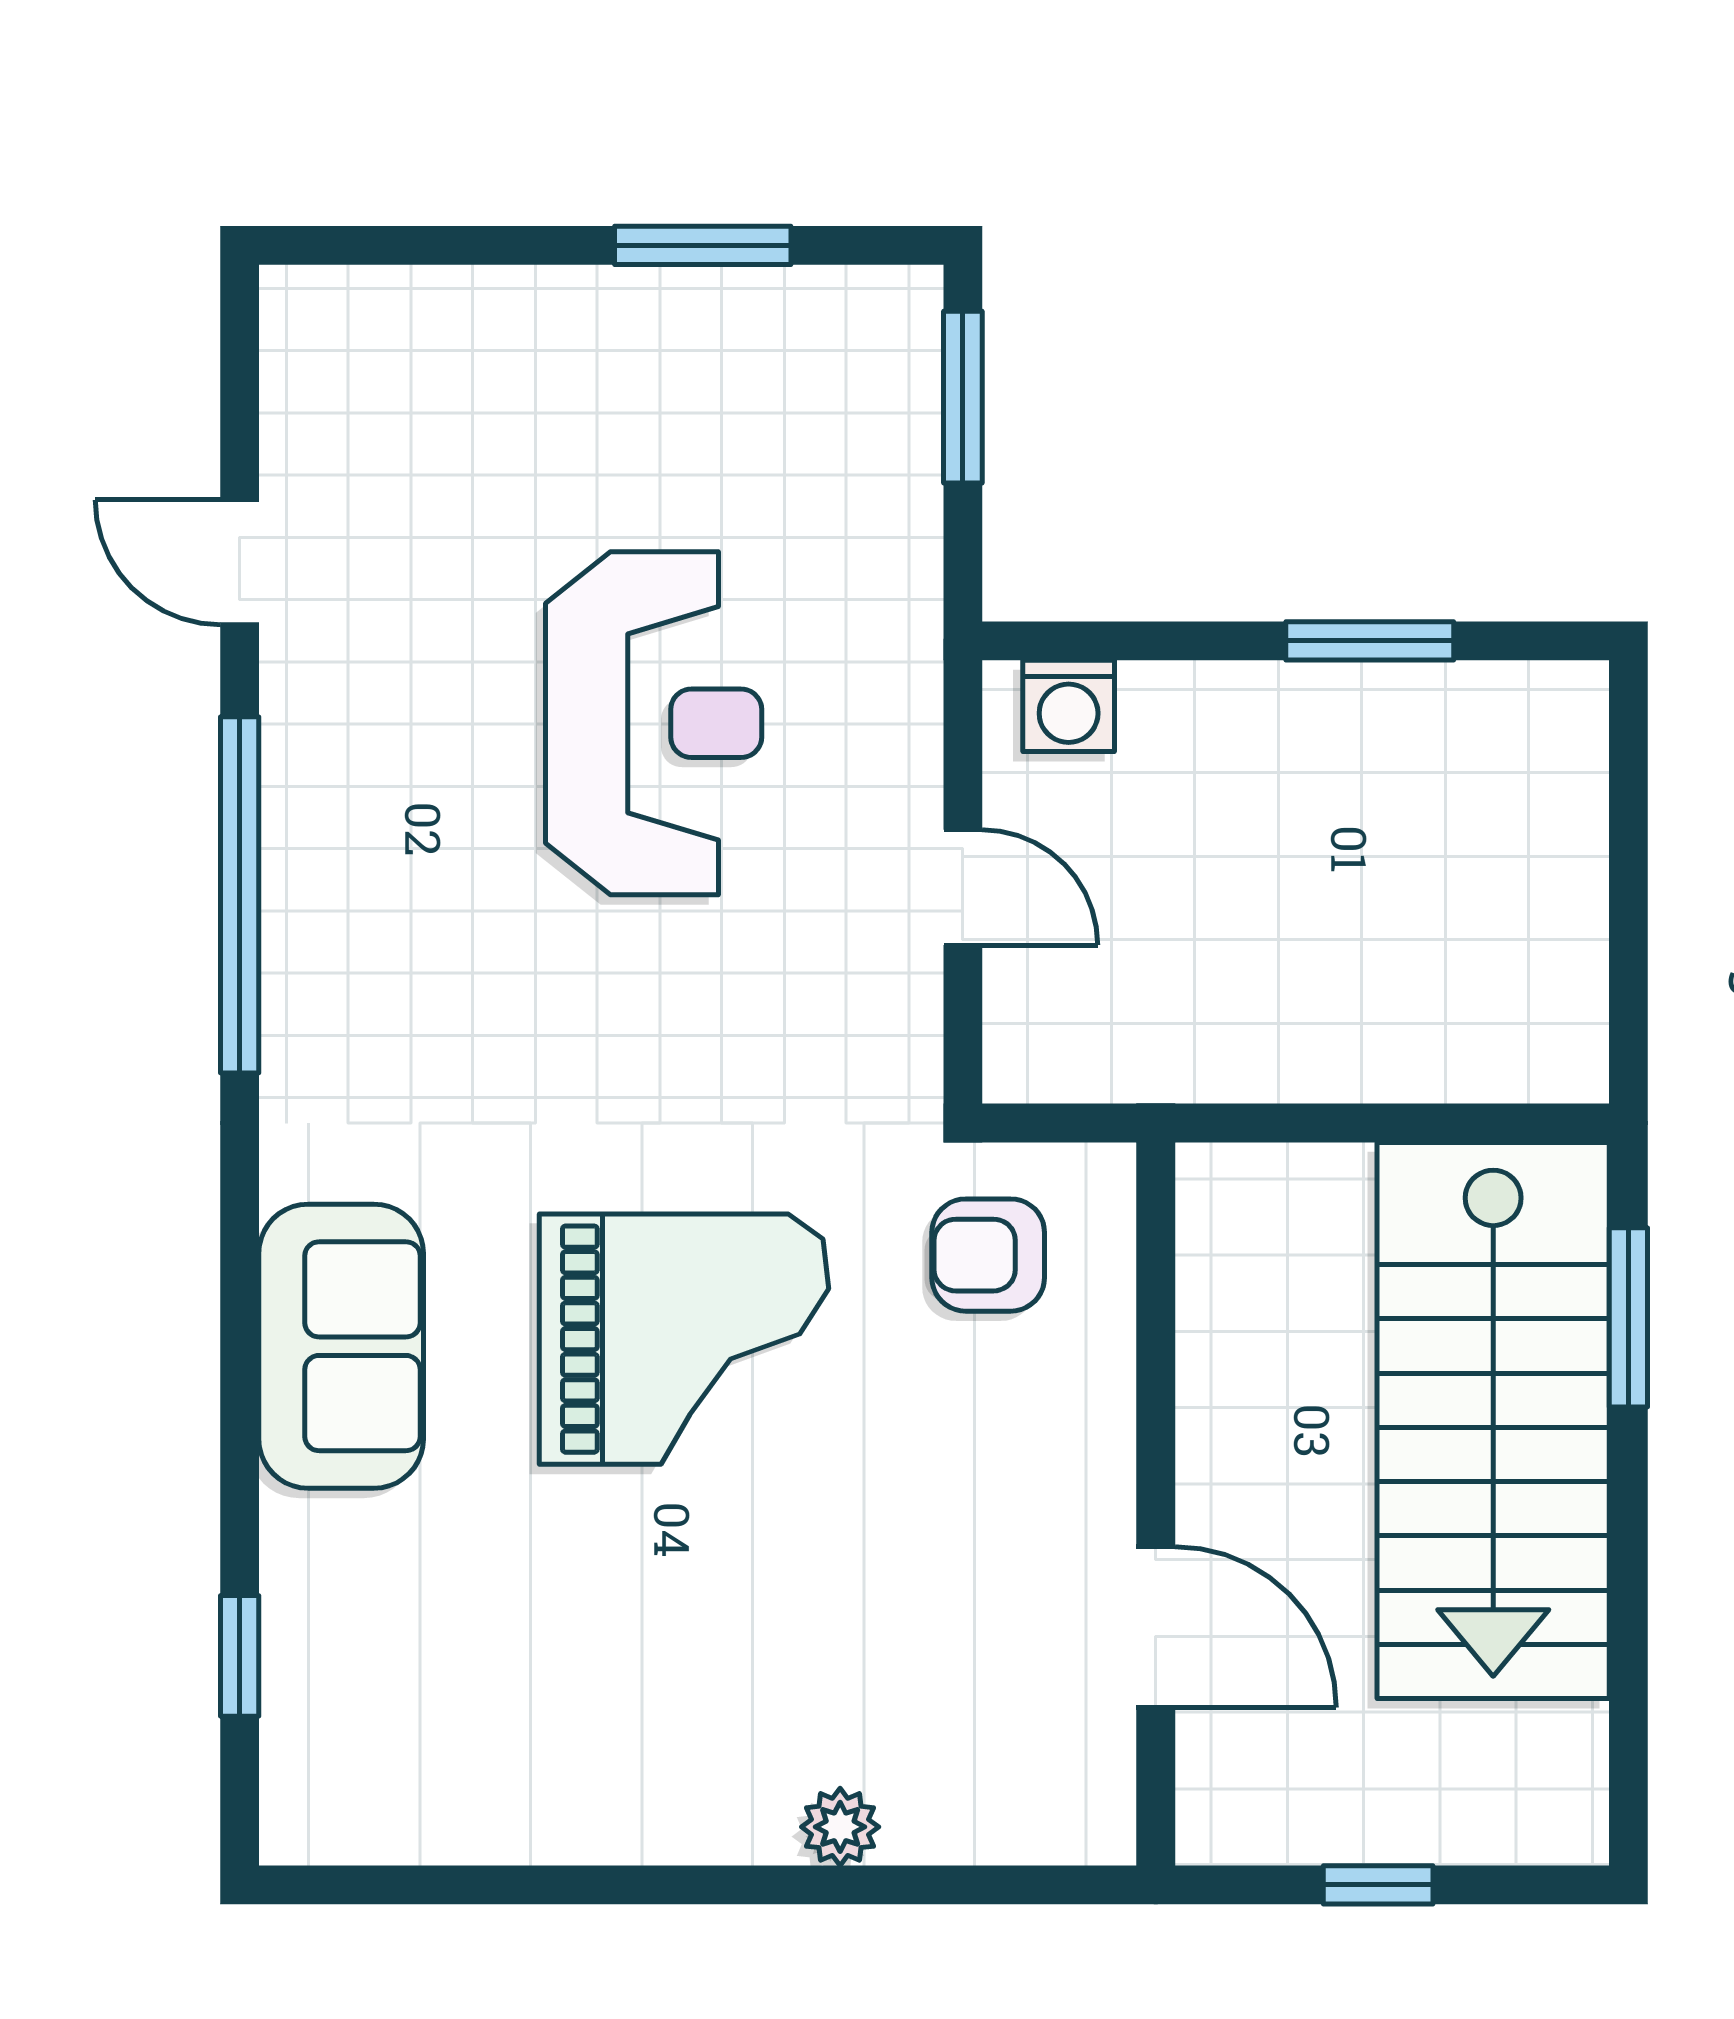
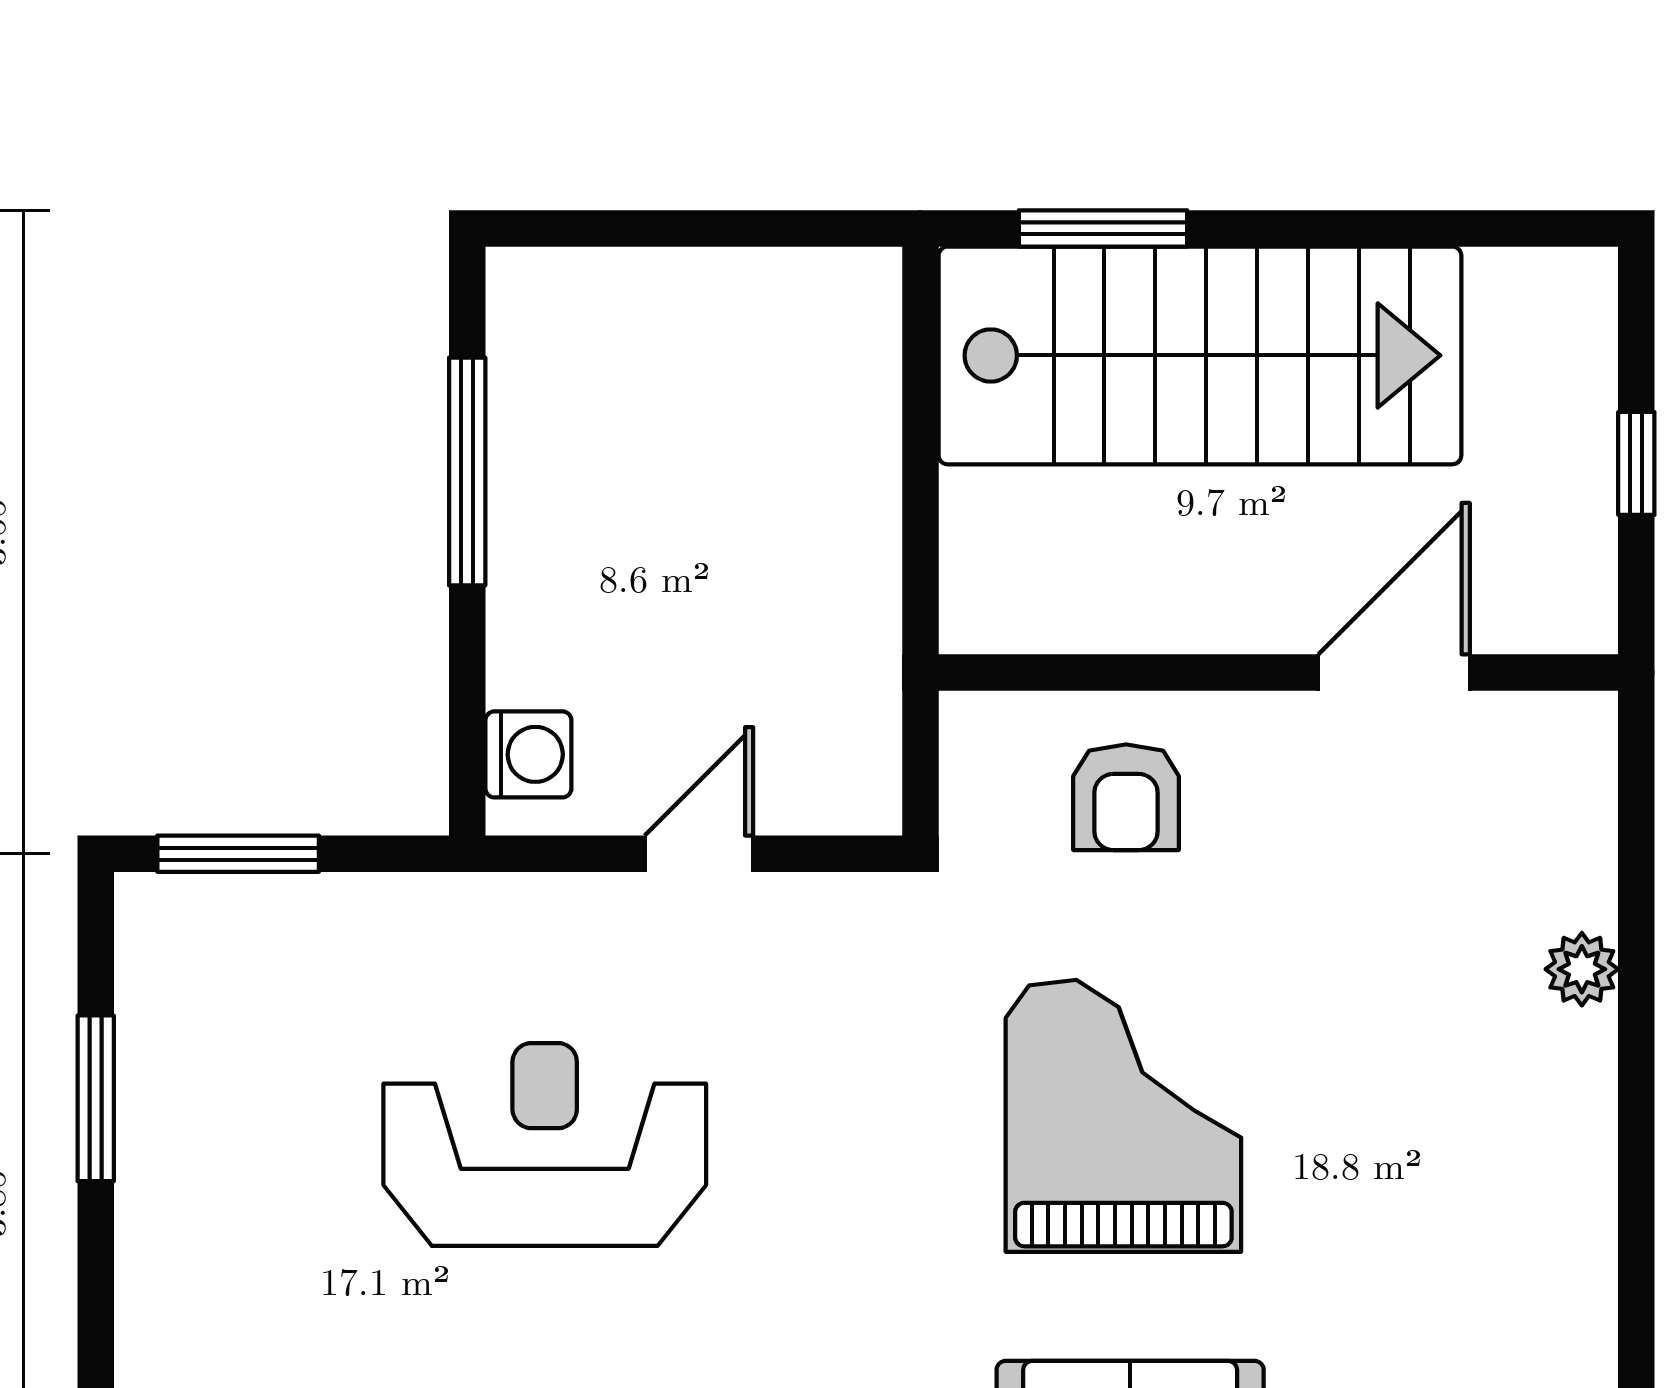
window: (1370, 641) -> (467, 471), width x1.44
armchair: (988, 1255) -> (1126, 797), moved

